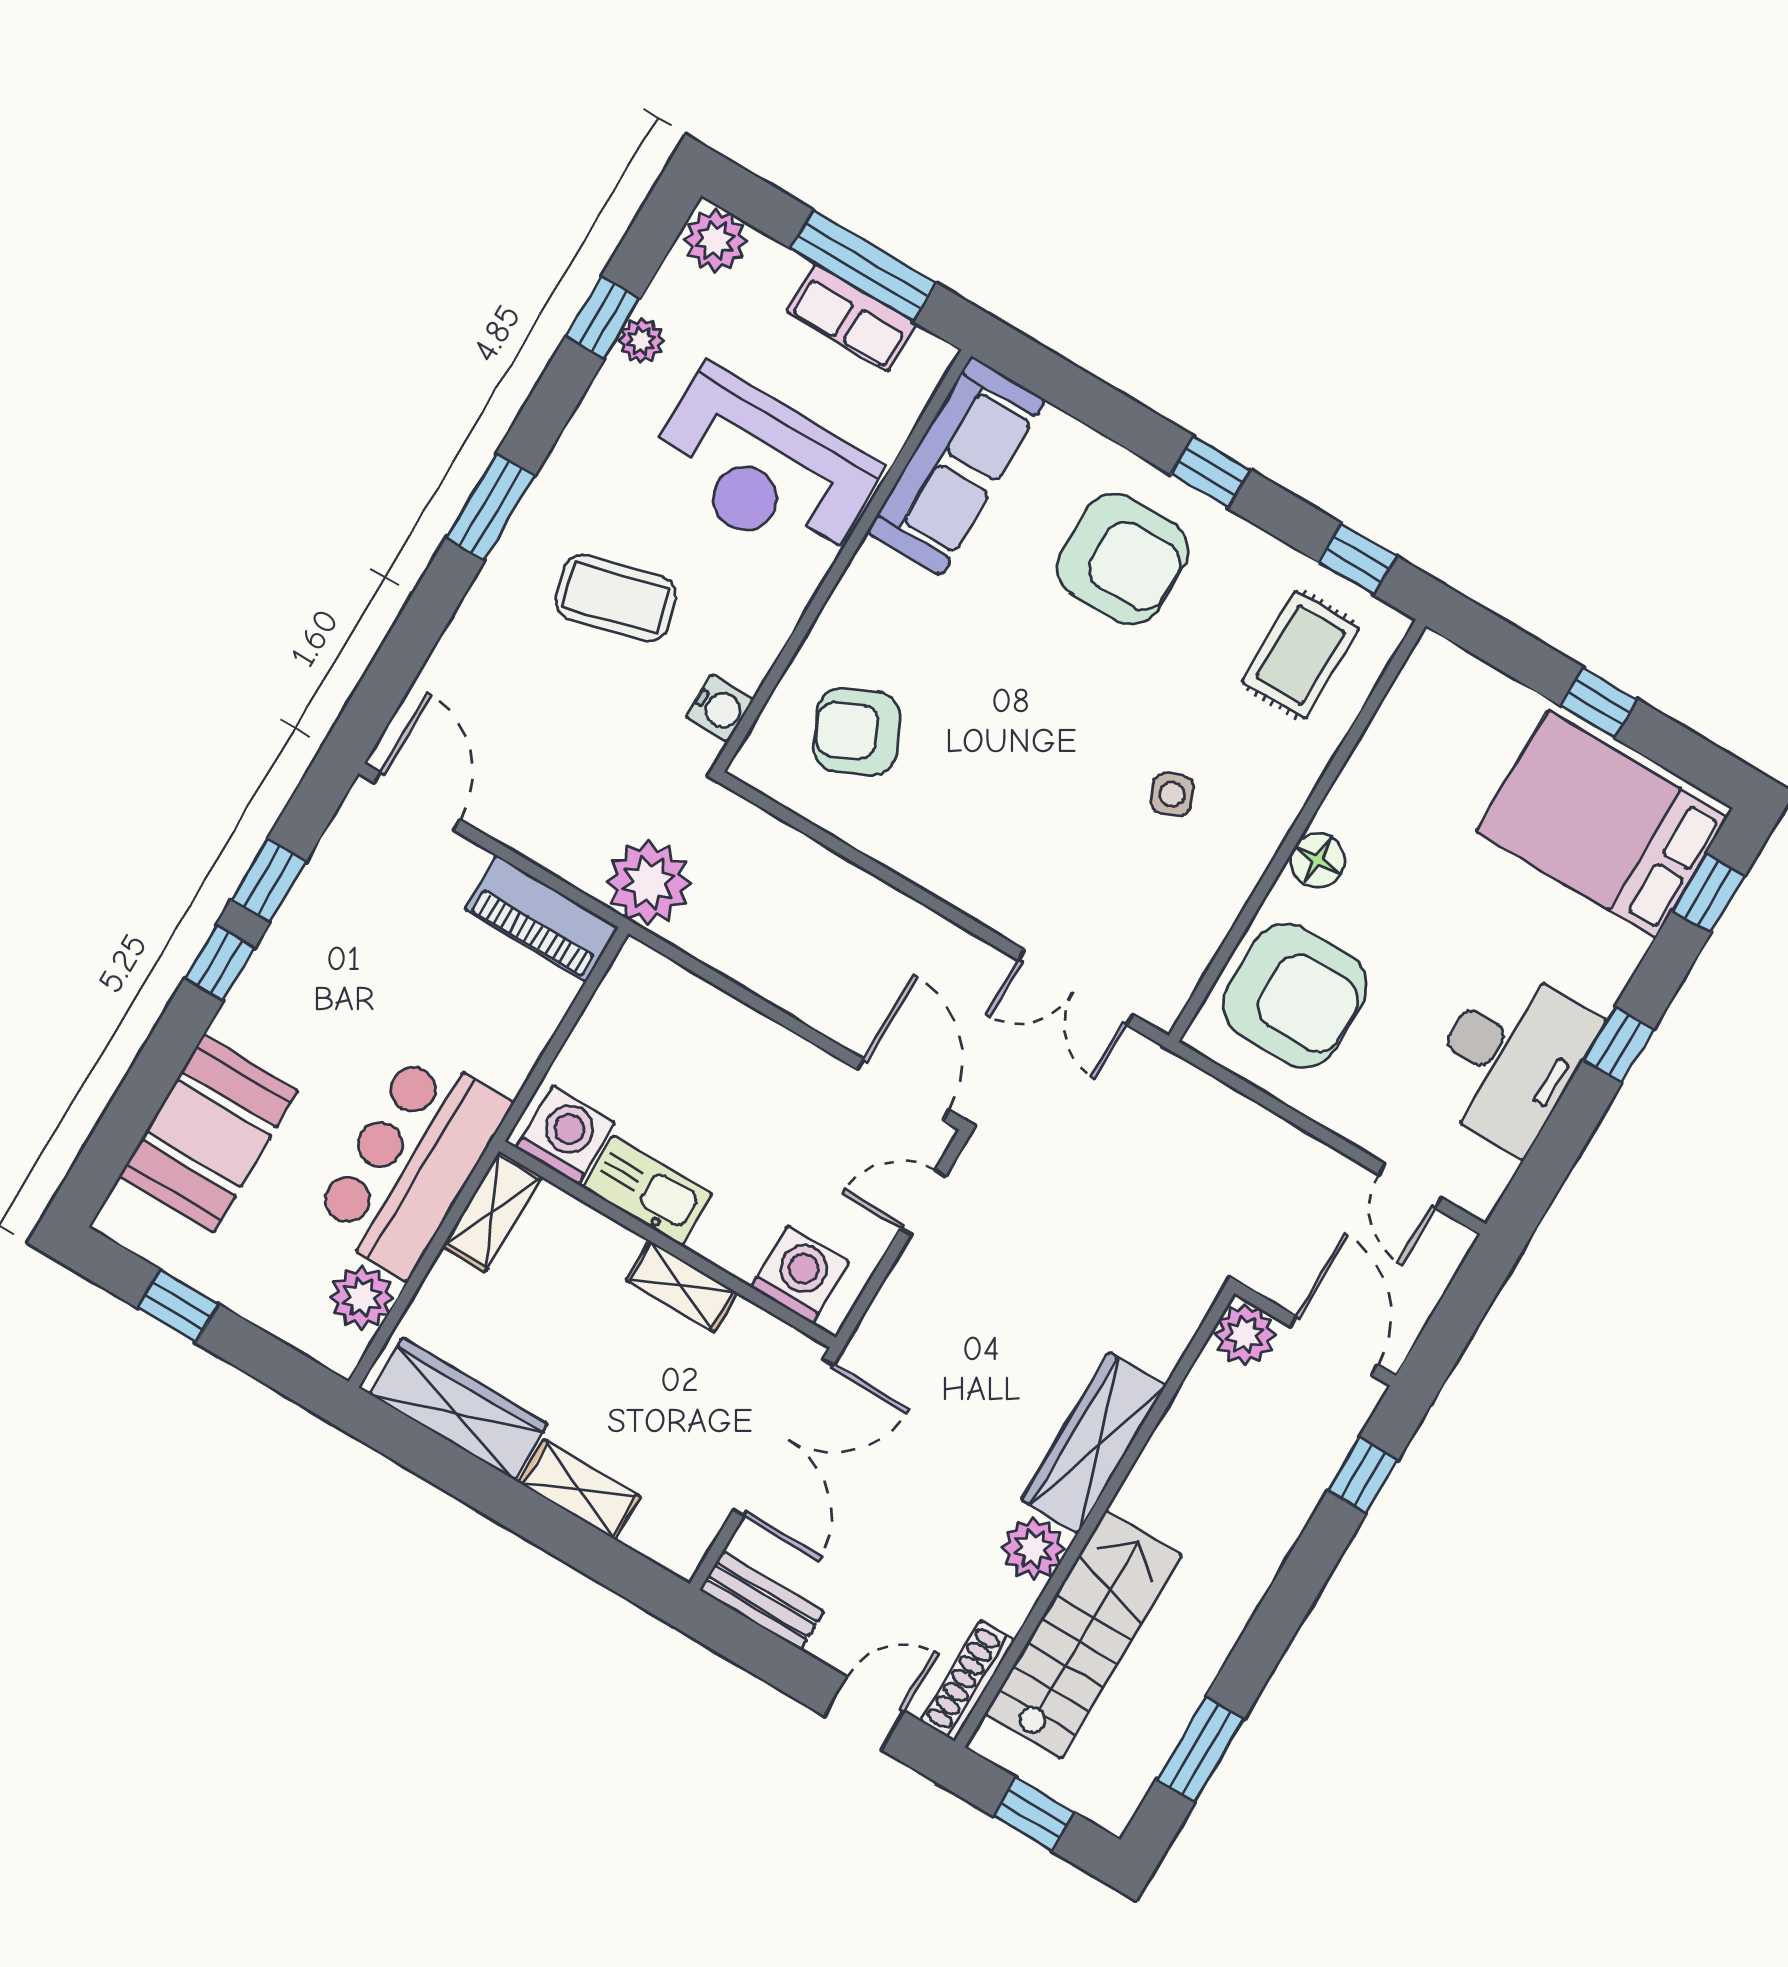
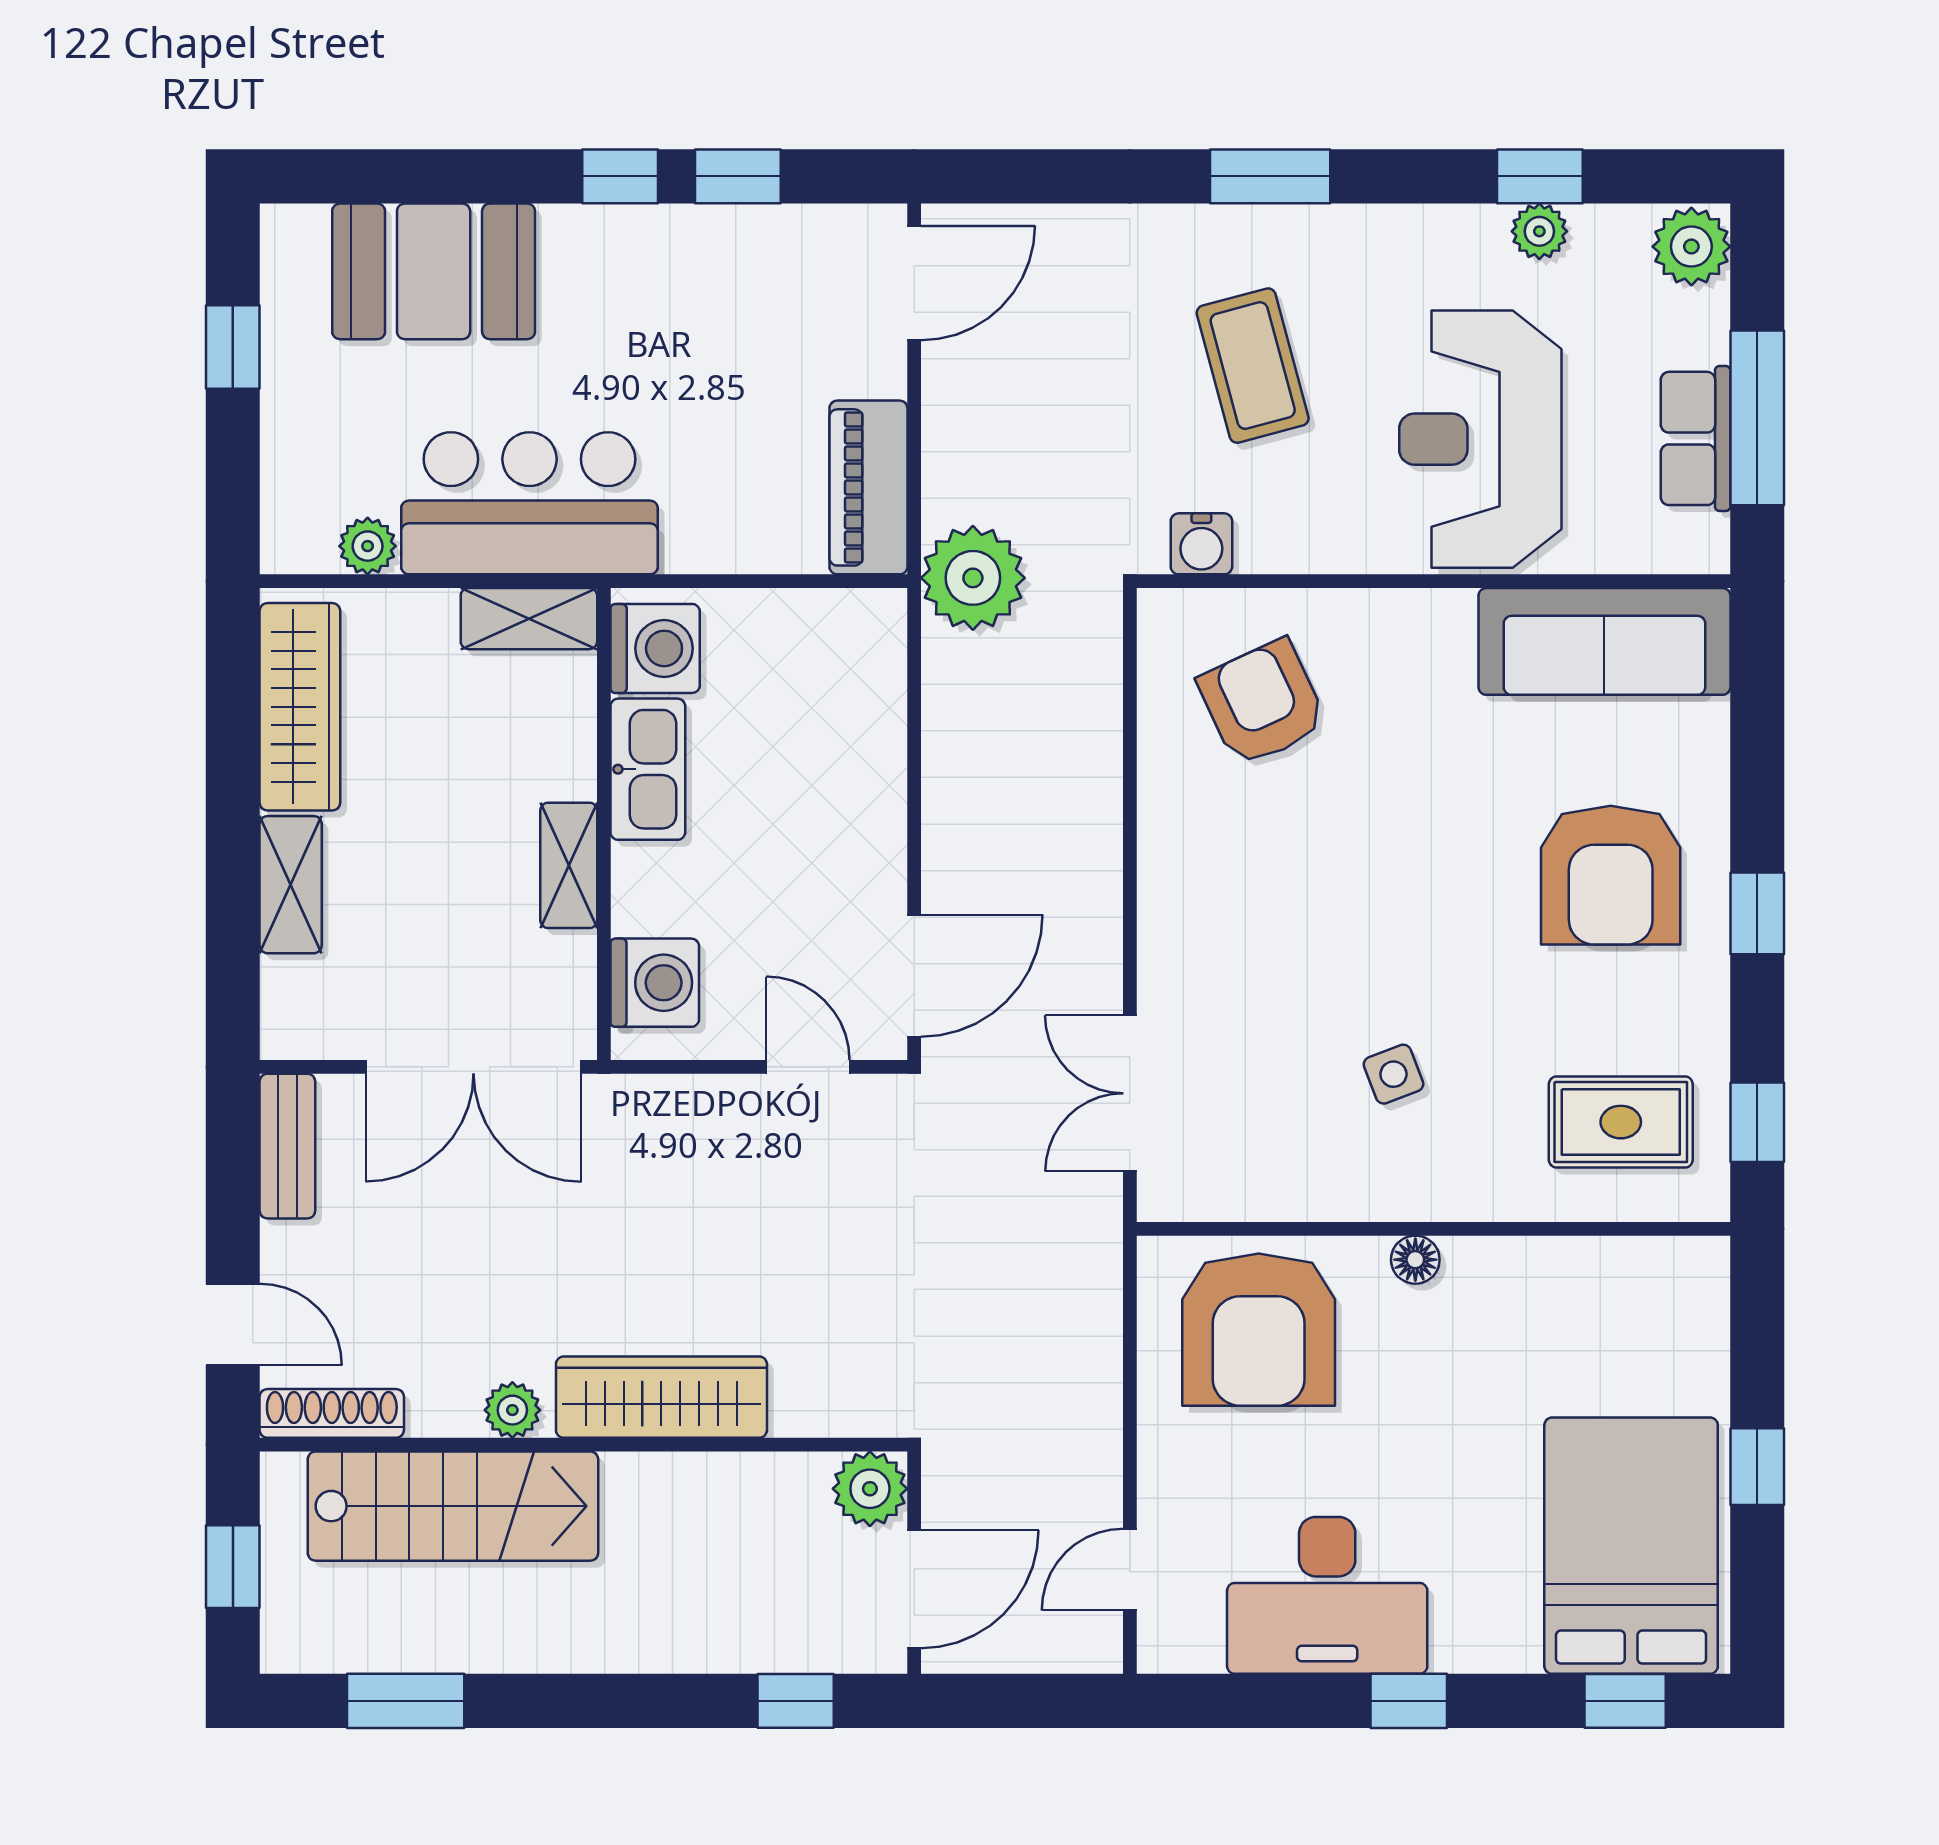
floor lamp: (1318, 860) -> (1415, 1260), width x0.73, depth x0.73
plant: (362, 1297) -> (368, 546), width x0.73, depth x0.73
plant: (1033, 1548) -> (512, 1410), width x0.73, depth x0.73

